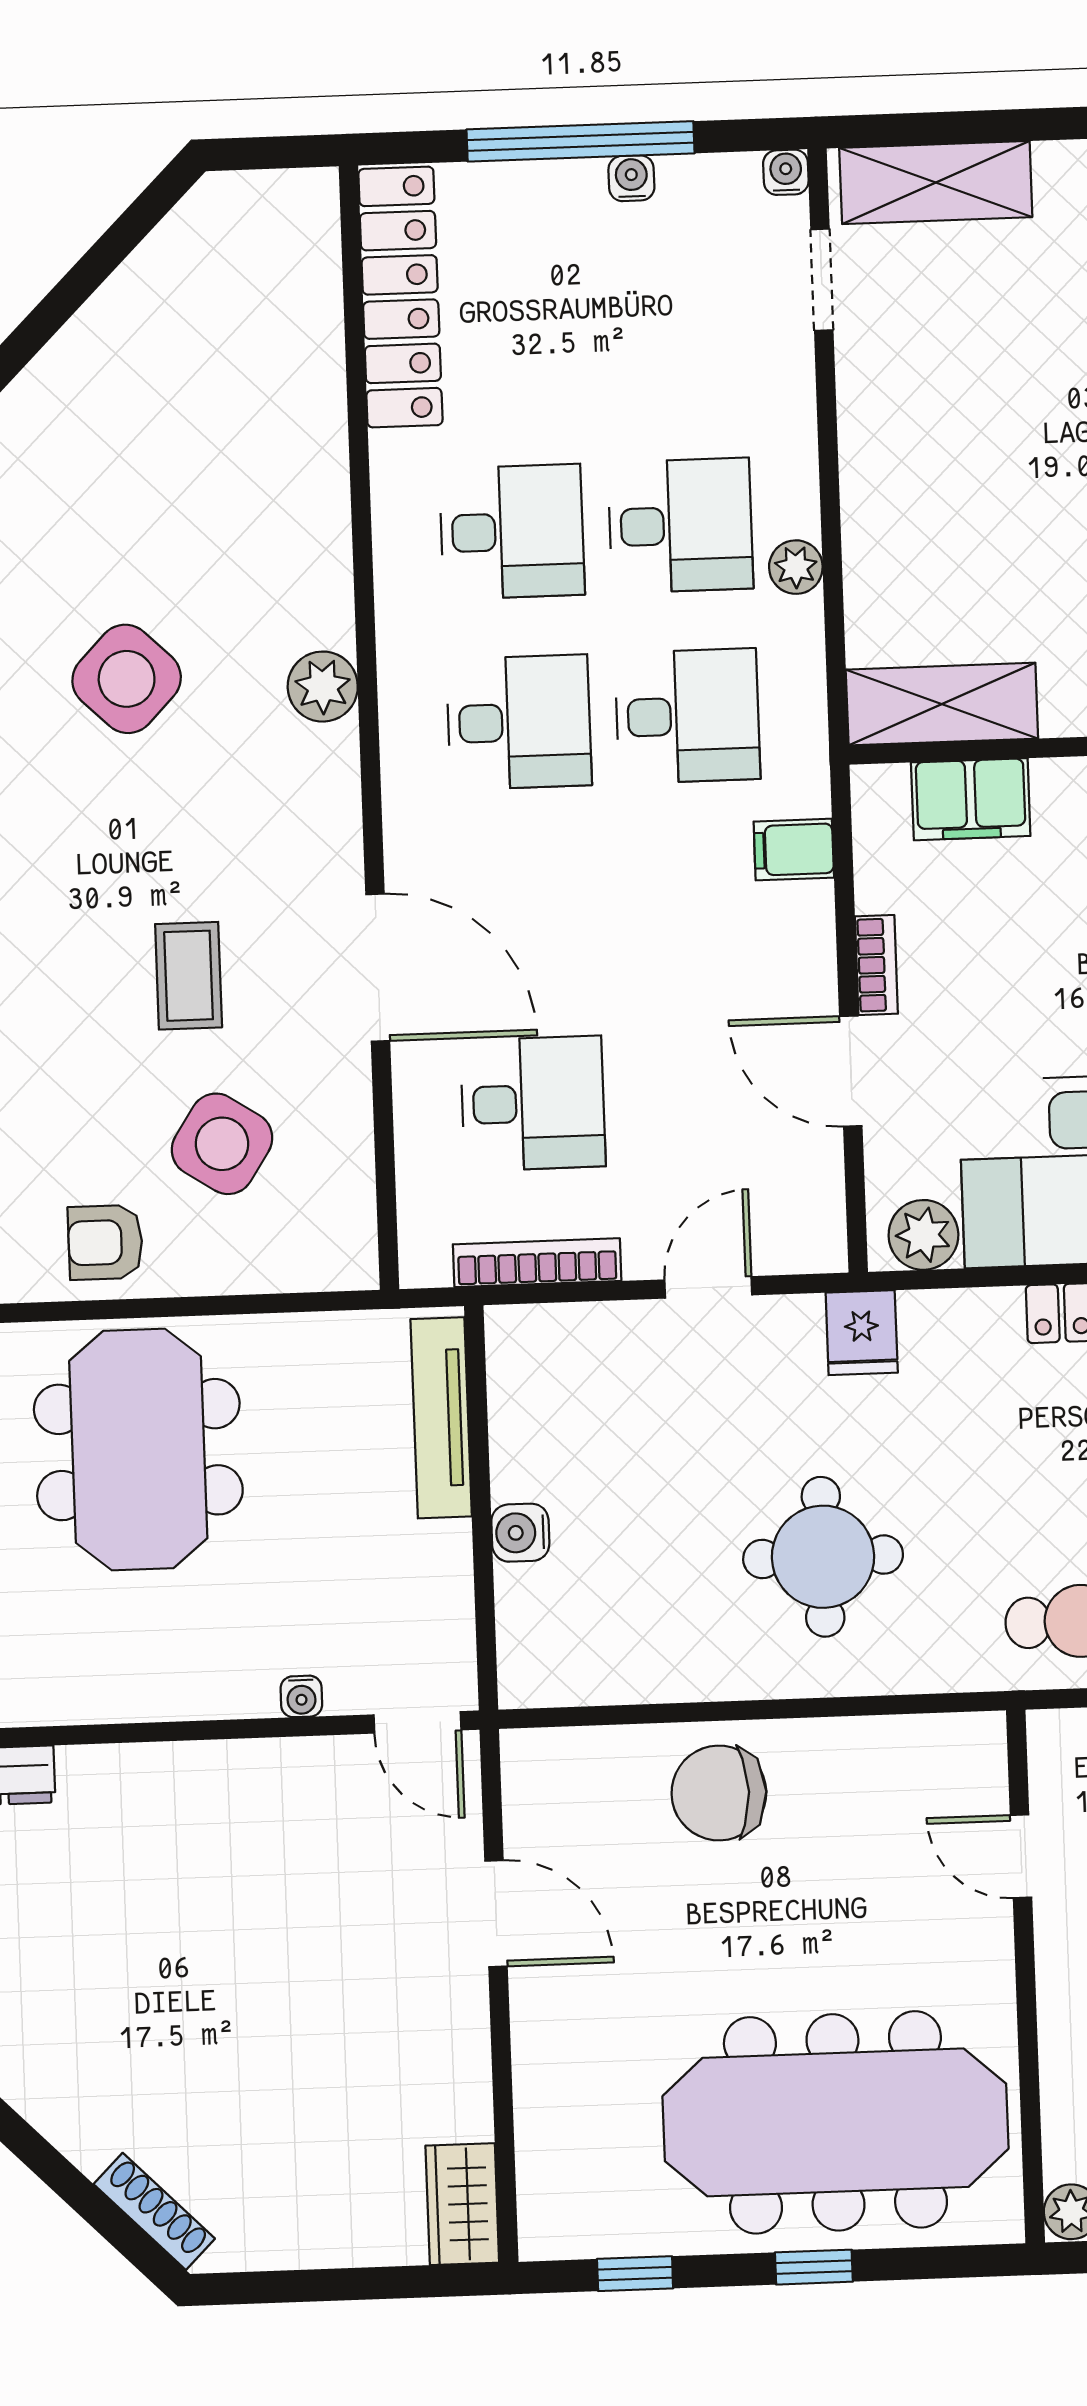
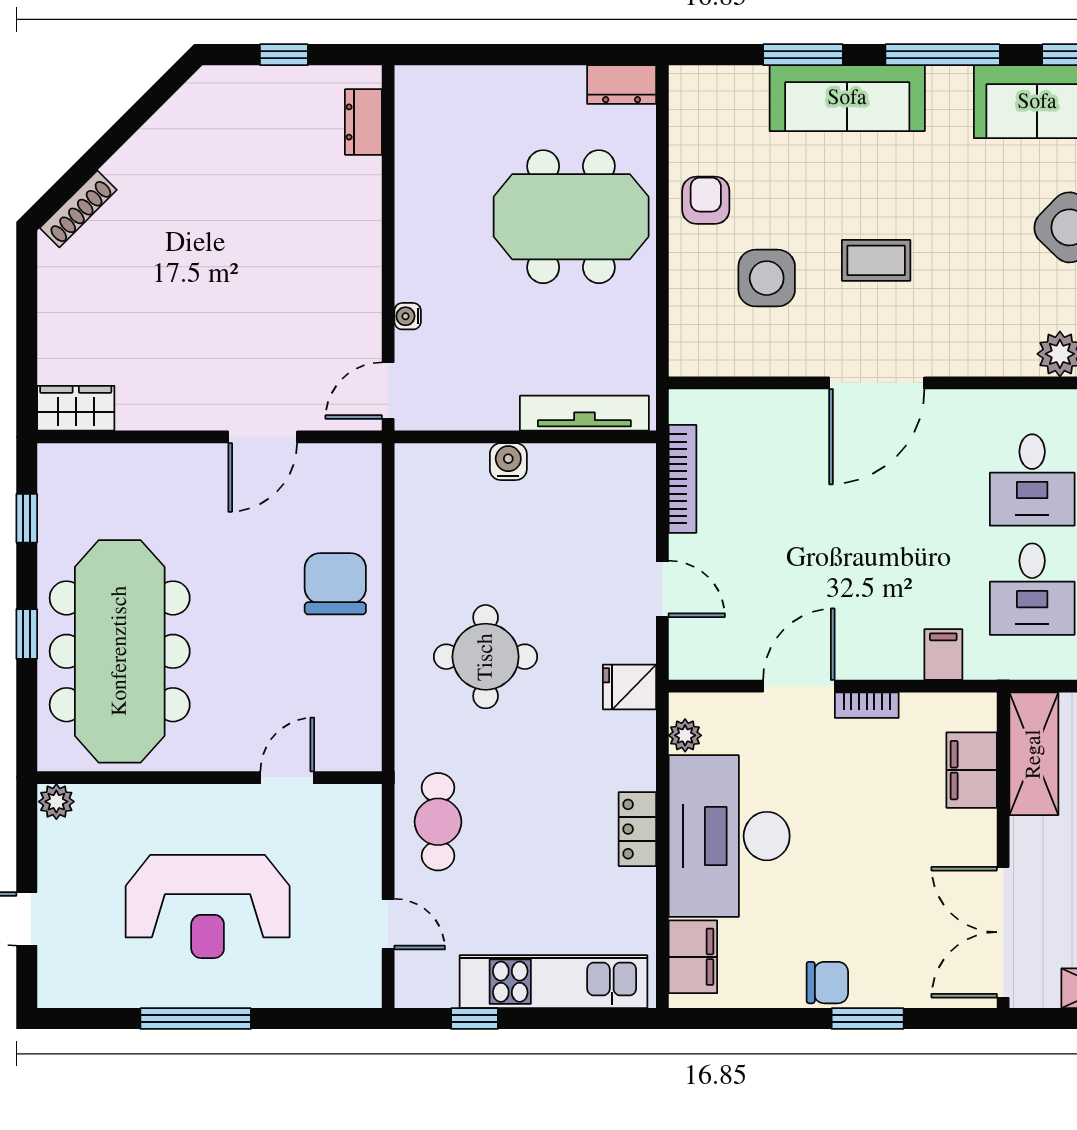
desk: (533, 1103) -> (785, 480), removed
side table: (222, 1144) -> (767, 278), turned -33
plant: (923, 1235) -> (685, 735), width x0.73, depth x0.73

